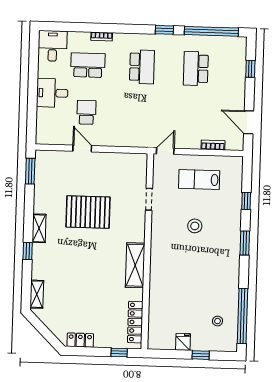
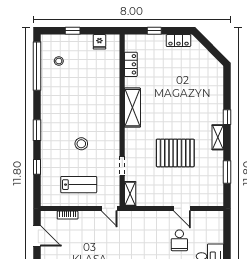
door: (165, 151) -> (109, 208), hinge flipped
window: (30, 171) -> (227, 172), moved
shelving: (37, 294) -> (130, 194), moved
locker: (135, 322) -> (131, 64), width x0.66
fridge: (183, 342) -> (99, 42), moved
window: (119, 352) -> (154, 31), moved

